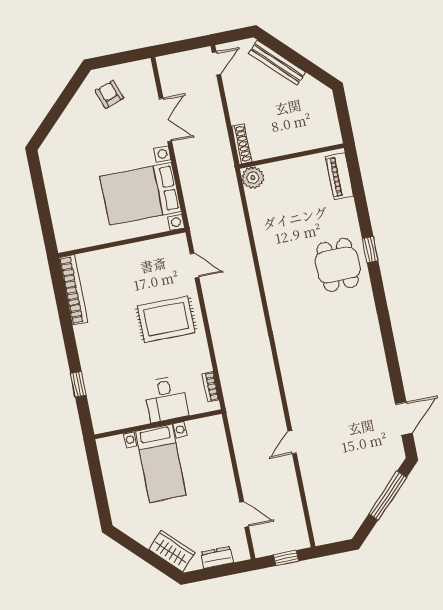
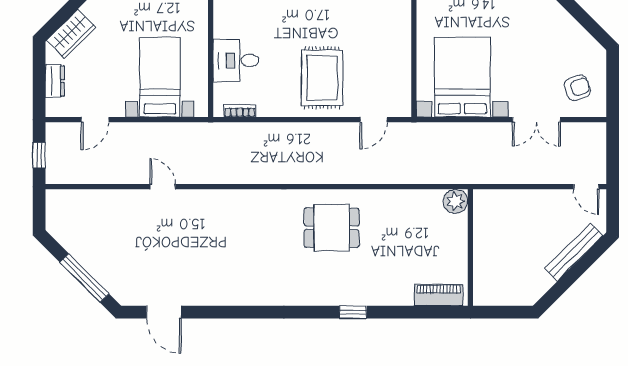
armchair: (109, 94) -> (577, 88), moved
shoe rack: (242, 144) -> (494, 196), removed
dining table: (338, 265) -> (332, 228), moved
bed with nightstands: (161, 463) -> (160, 77), moved, turned 90

